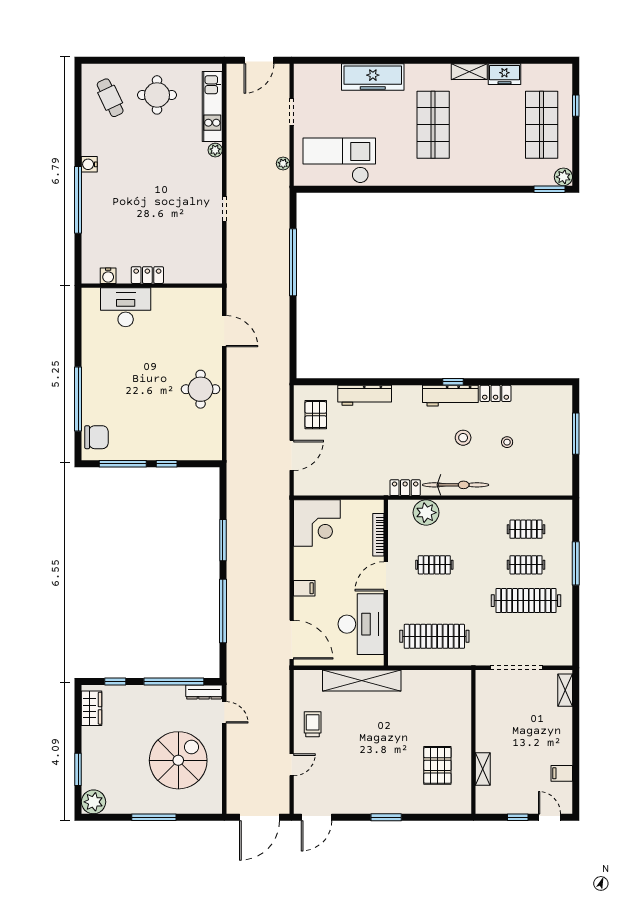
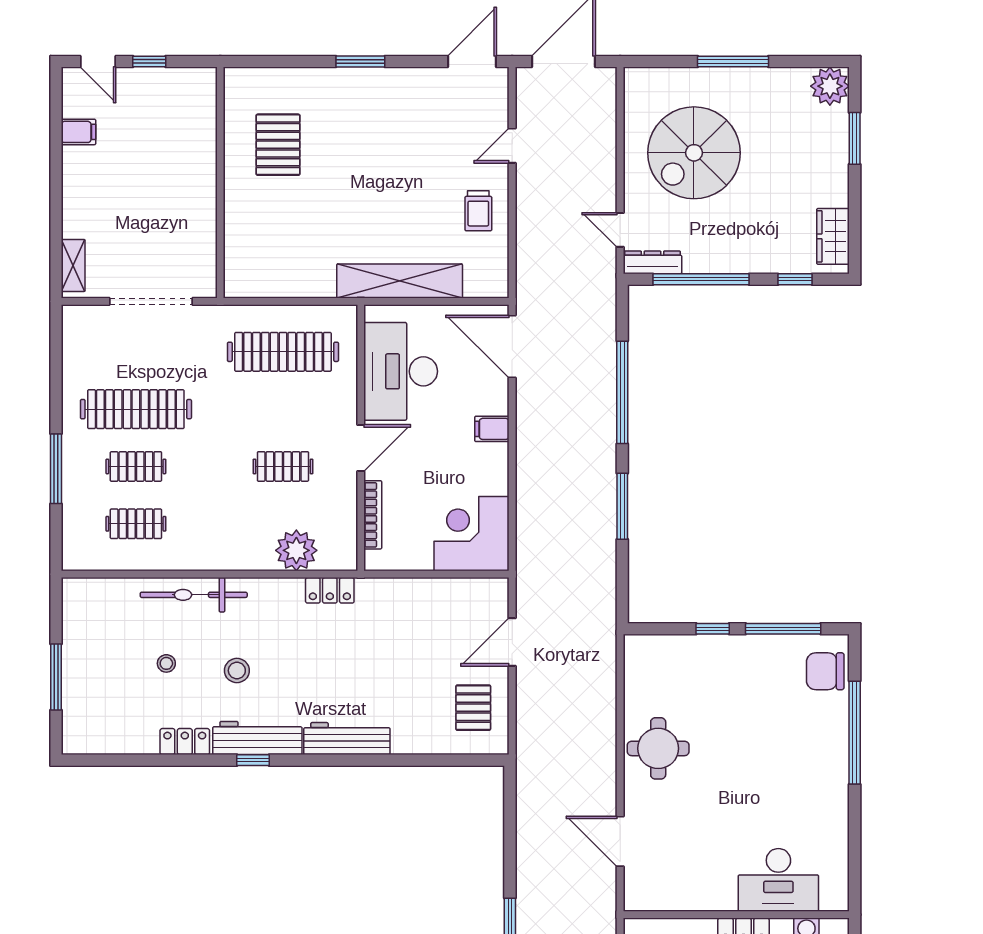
workbench: (365, 395) -> (347, 739), moved
bicycle: (456, 485) -> (194, 595), moved
shelving: (483, 769) -> (205, 139), removed

